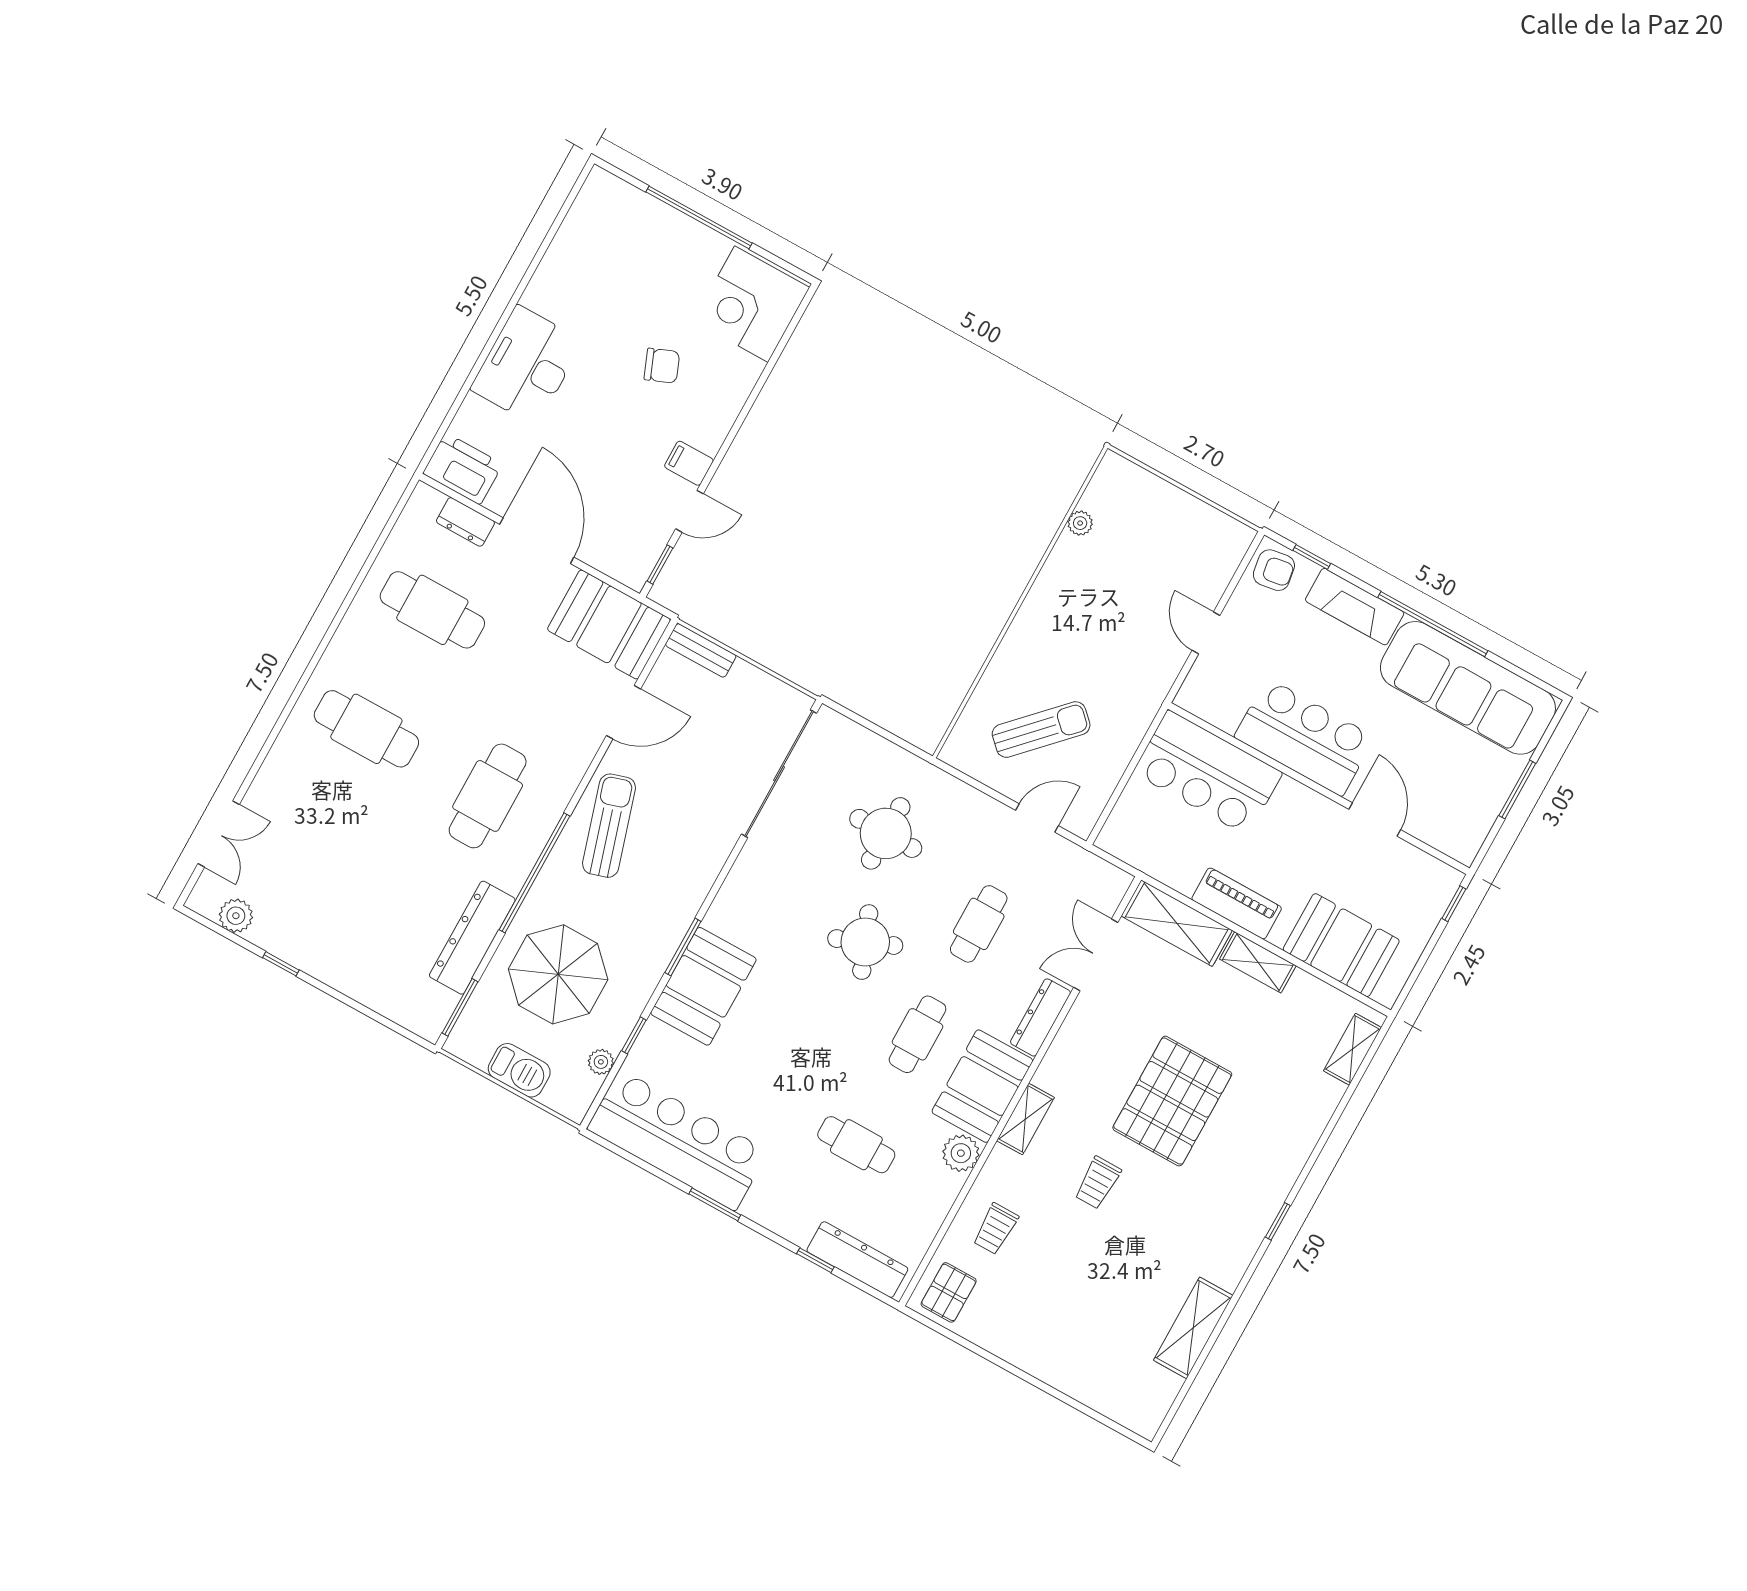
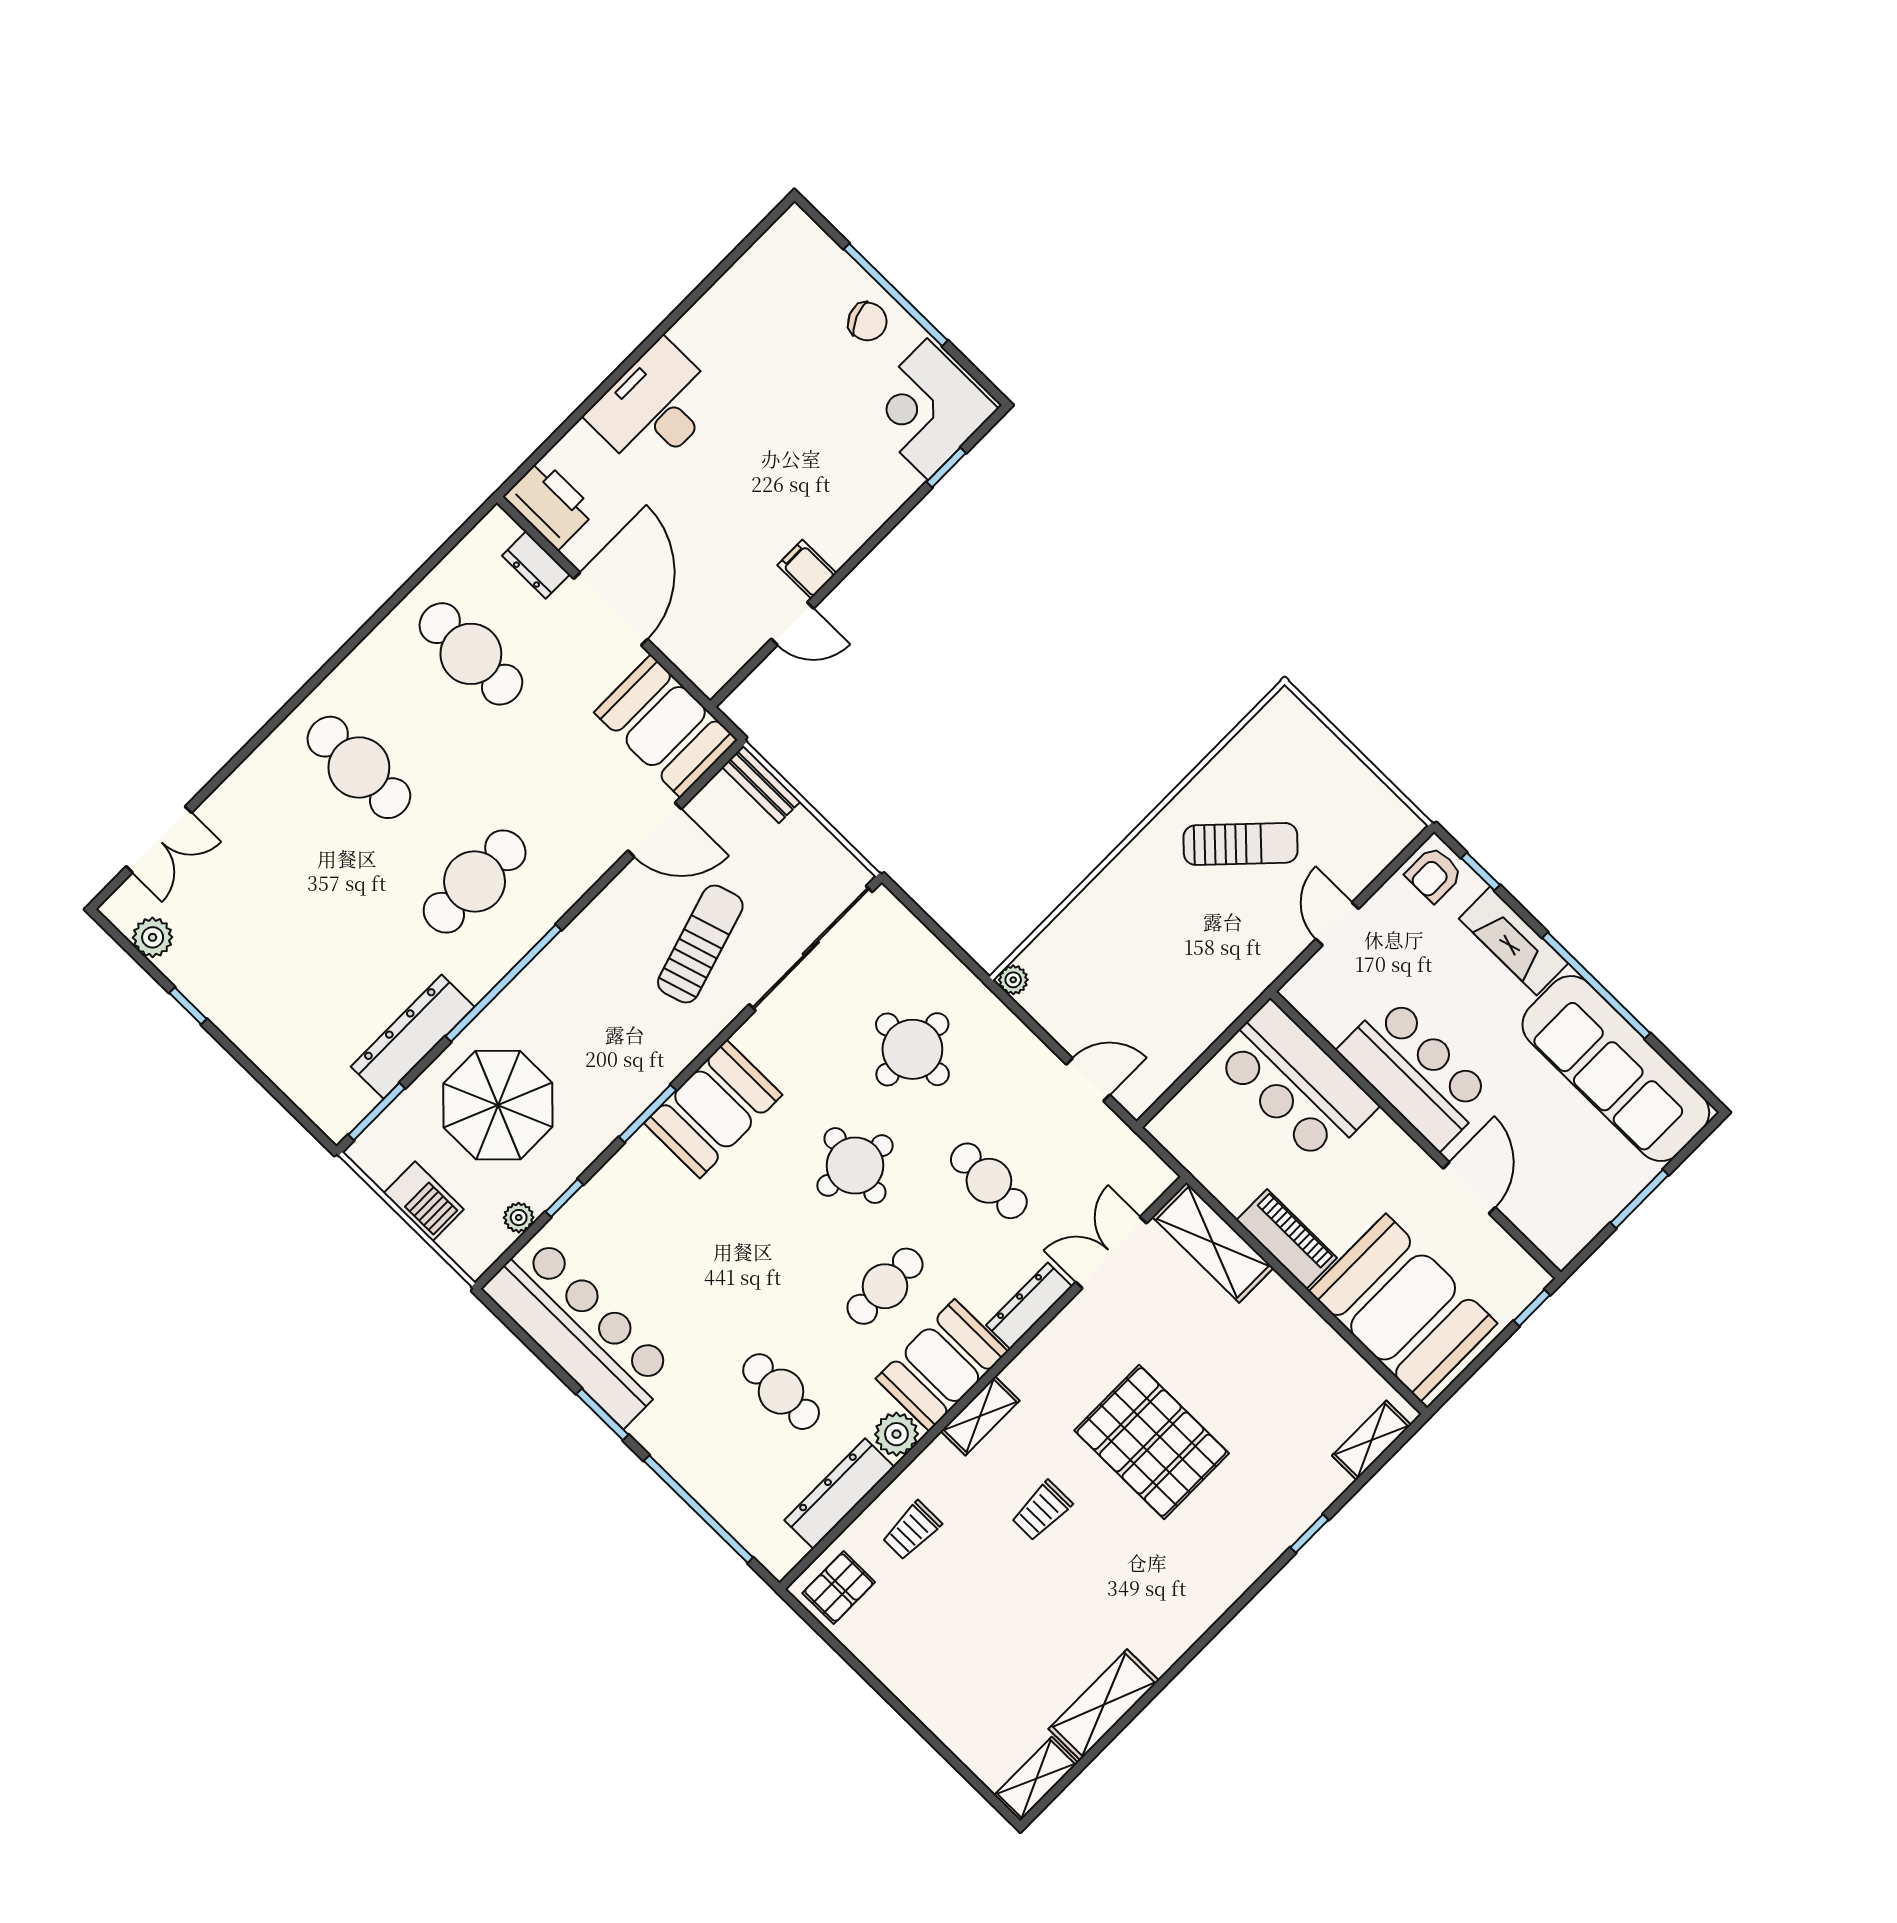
chair: (662, 366) -> (867, 321), moved
plant: (1080, 523) -> (1013, 980), moved
window: (660, 564) -> (946, 467), moved
armchair: (1274, 570) -> (1434, 874), turned 99
sun lounger: (1041, 730) -> (1240, 844), moved
sun lounger: (609, 826) -> (700, 944), moved
cafe table: (979, 924) -> (989, 1181), turned 90
round table: (865, 942) -> (855, 1166), turned 31
booth: (1341, 945) -> (1403, 1307), width x1.36, depth x1.42
shelving: (1258, 962) -> (1036, 1779), moved, turned 90
booth: (703, 986) -> (713, 1109), moved
pallet: (1172, 1101) -> (1152, 1442), turned 90
window: (1278, 1221) -> (1309, 1534), moved
window: (815, 1260) -> (698, 1509), width x3.17
dresser: (857, 1260) -> (839, 1494), moved, turned -90

